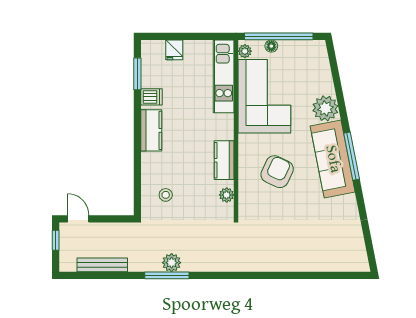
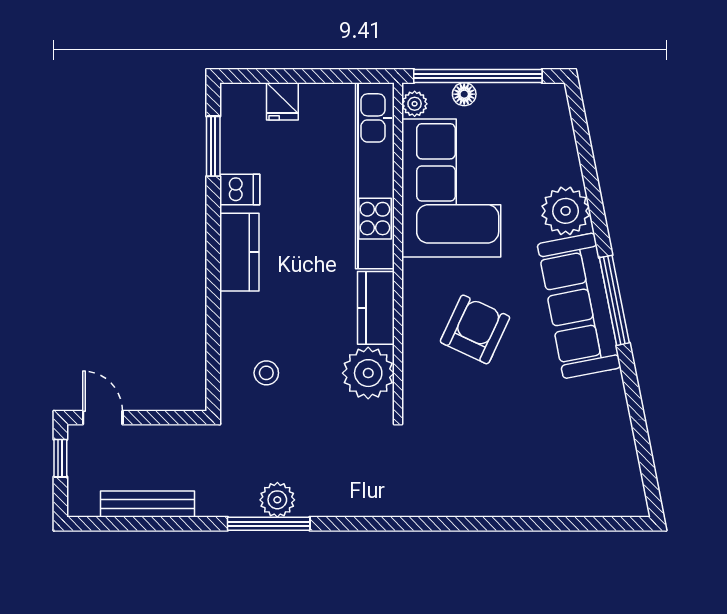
kitchen unit: (224, 76) -> (375, 176), width x1.36
plant: (227, 195) -> (368, 373), width x1.88, depth x1.88

